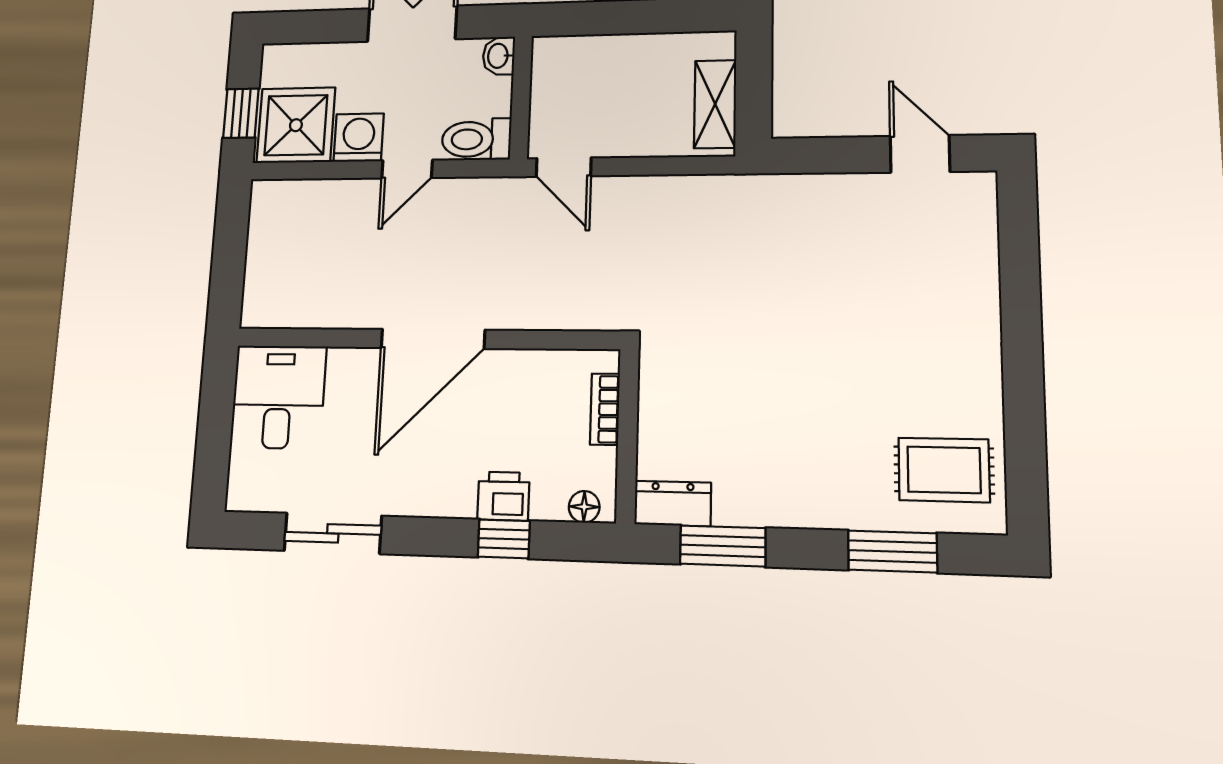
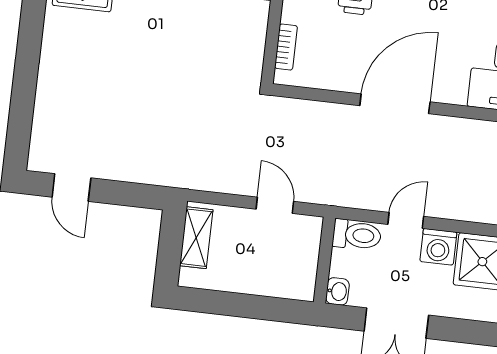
door: (564, 167) -> (275, 205), moved

